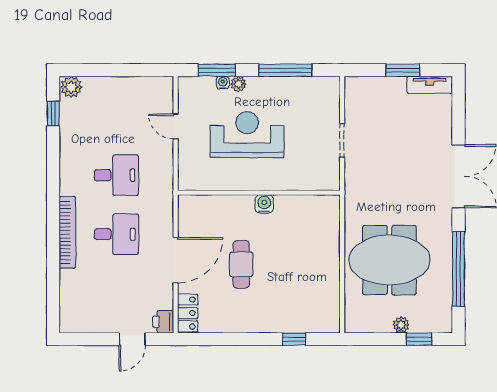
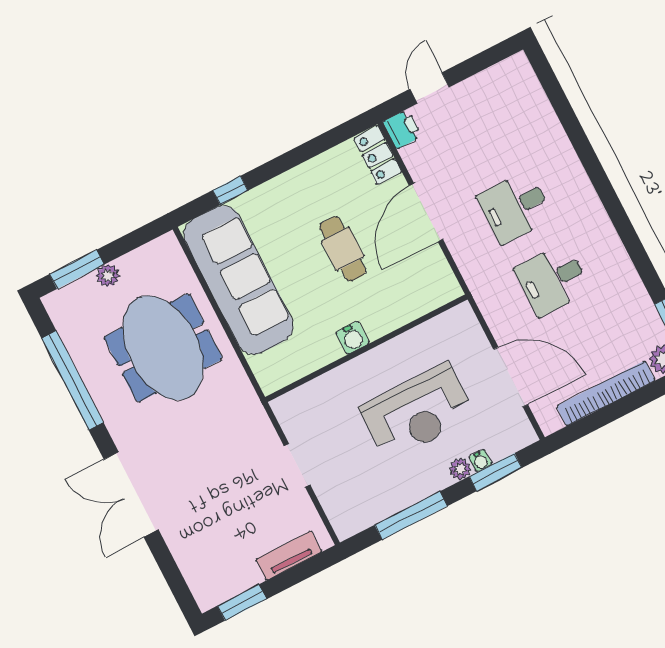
window: (403, 70) -> (242, 602), moved
tv unit: (430, 85) -> (289, 555), moved
door: (176, 126) -> (511, 377), width x1.87
bookcase: (67, 232) -> (606, 393), moved, turned 90
meeting table: (389, 260) -> (163, 348), turned 90
sofa: (319, 279) -> (239, 280), added
window: (419, 339) -> (77, 269), width x1.50

